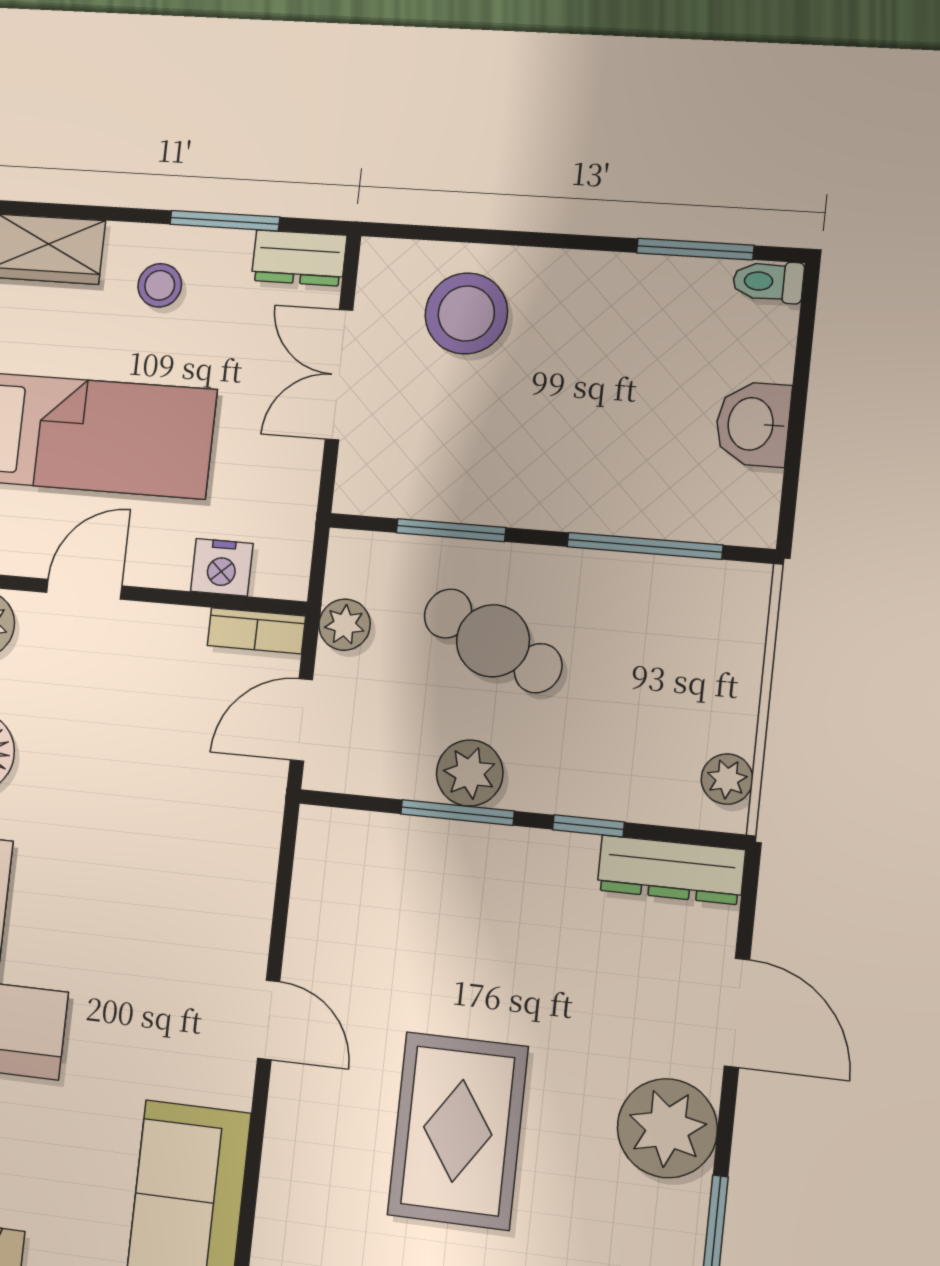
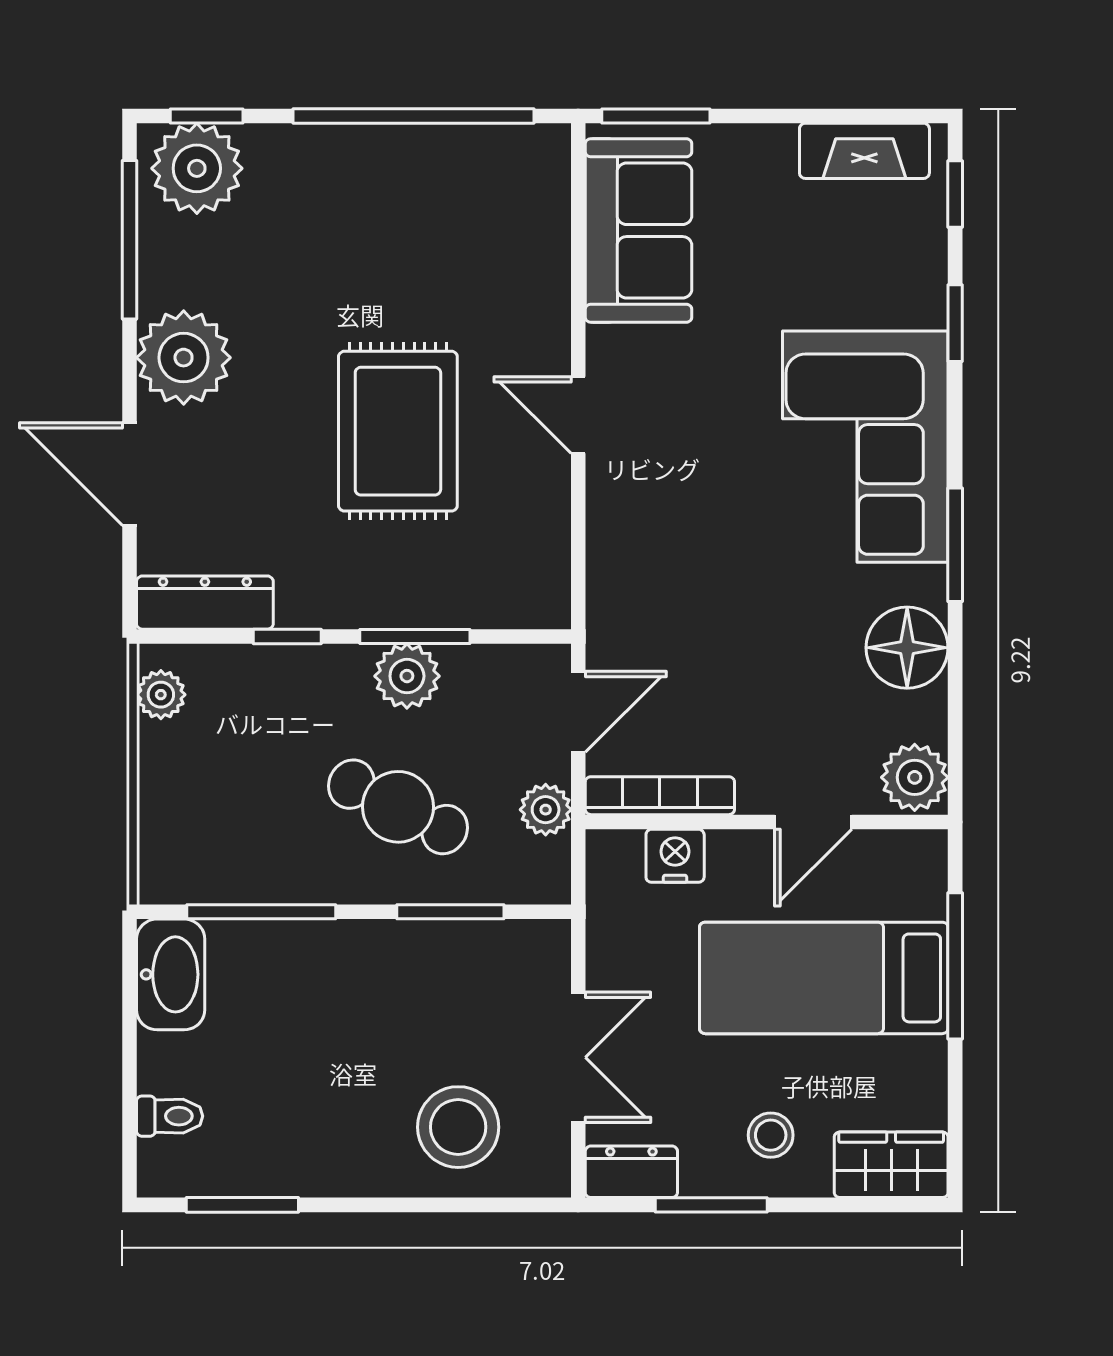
toilet: (768, 282) -> (170, 1116), moved
washbasin: (753, 424) -> (171, 974), moved, width x1.38
bookcase: (256, 631) -> (660, 796), width x1.56
rug: (458, 1131) -> (398, 431), moved

